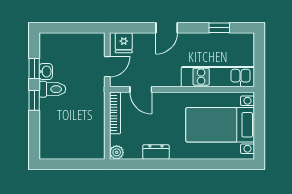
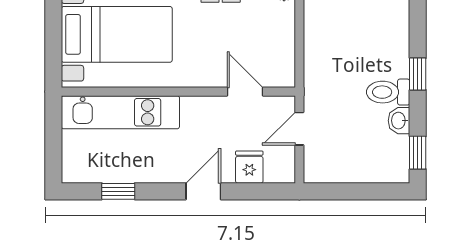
fridge: (124, 43) -> (249, 167), moved
window: (34, 69) -> (418, 153), moved
bookcase: (115, 113) -> (287, 54), removed

